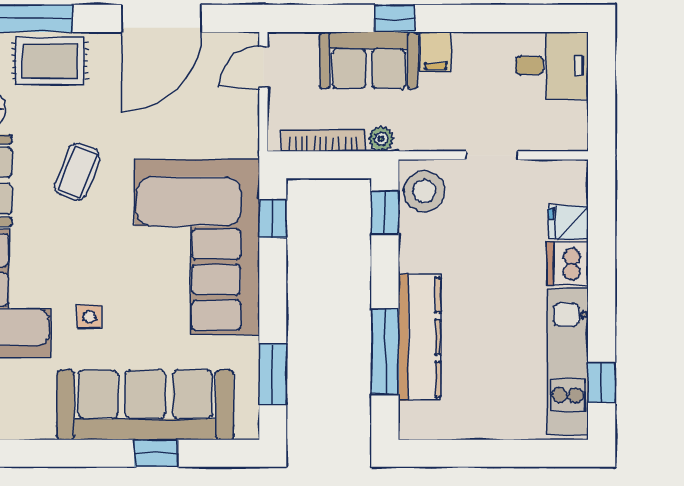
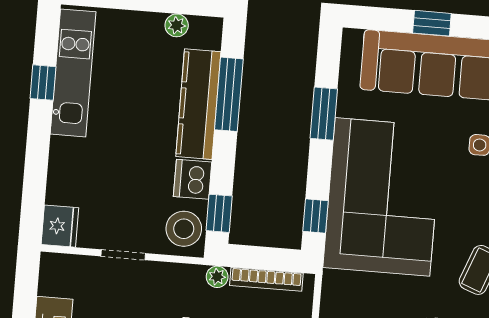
fridge: (568, 222) -> (60, 226), moved, width x1.38
dishwasher: (568, 264) -> (193, 179), moved, turned 180
window: (273, 374) -> (324, 114), moved
window: (602, 383) -> (43, 83), moved
plant: (452, 426) -> (177, 25), added

